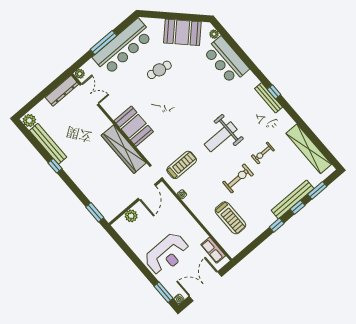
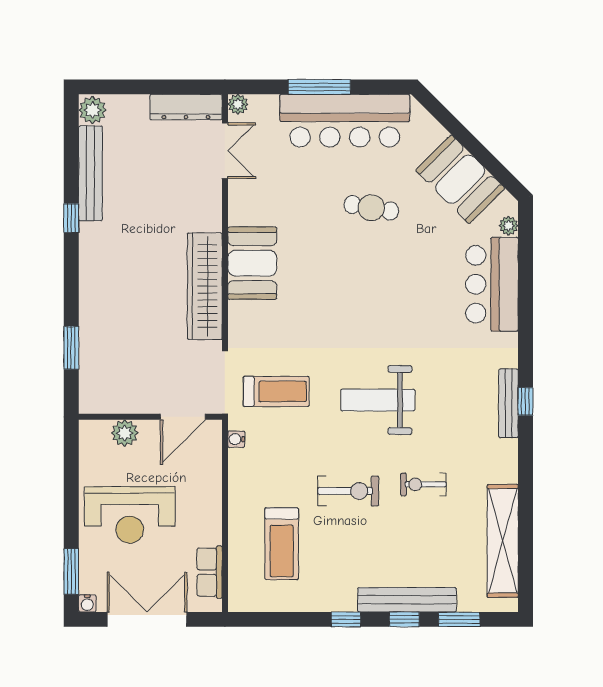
door: (147, 192) -> (183, 417), moved
wall: (135, 202) -> (150, 417), moved
plant: (131, 216) -> (125, 433), moved

